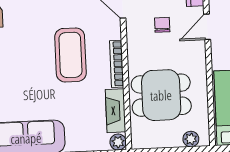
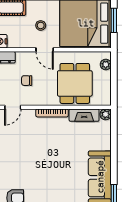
door: (207, 27) -> (45, 50), moved
coffee table: (70, 55) -> (44, 144), removed

